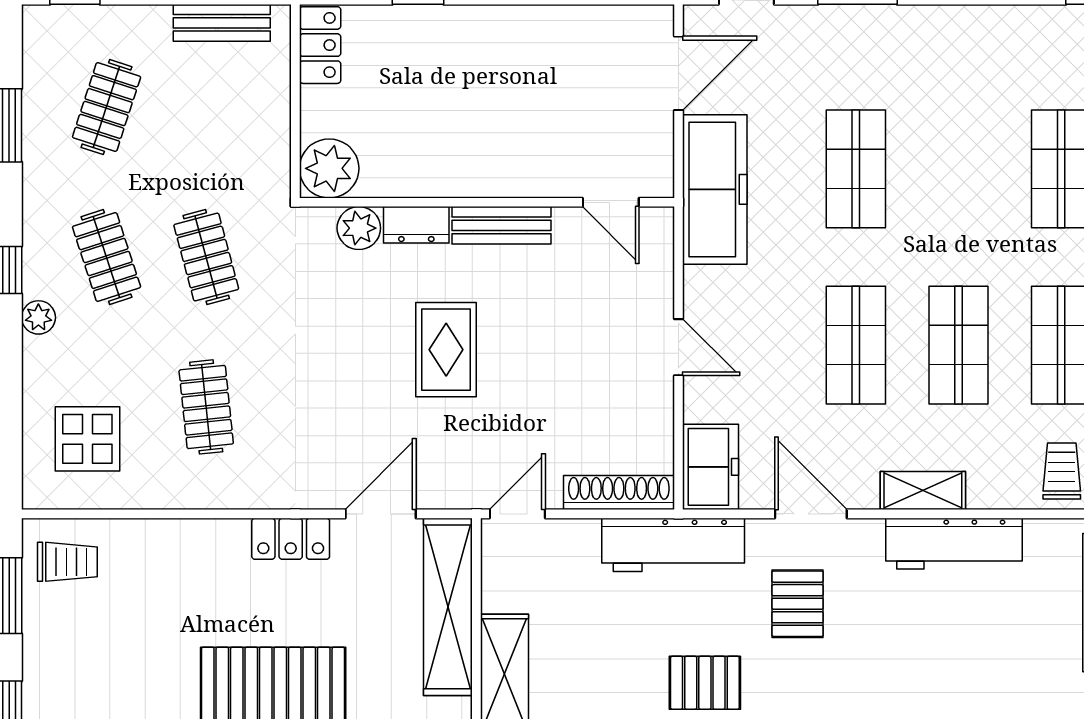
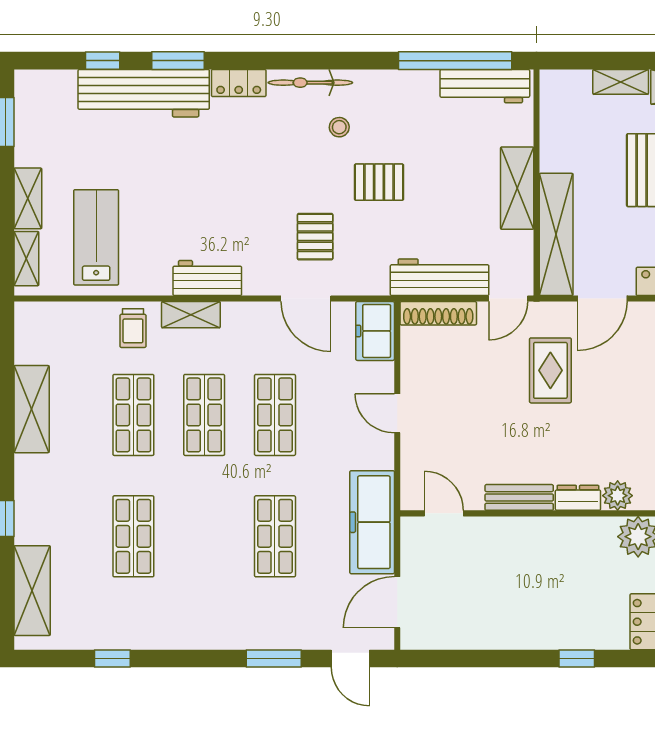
rug: (446, 350) -> (550, 370), moved
shelving: (923, 491) -> (191, 315), moved
workbench: (954, 544) -> (207, 278), width x0.73
workbench: (673, 545) -> (440, 277), moved

